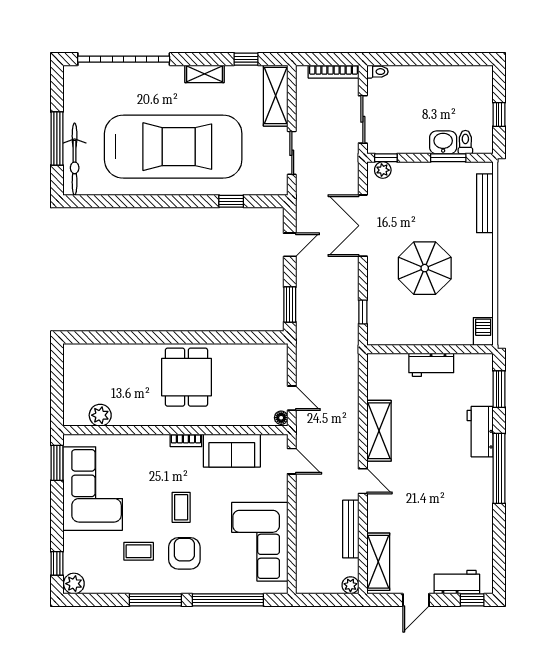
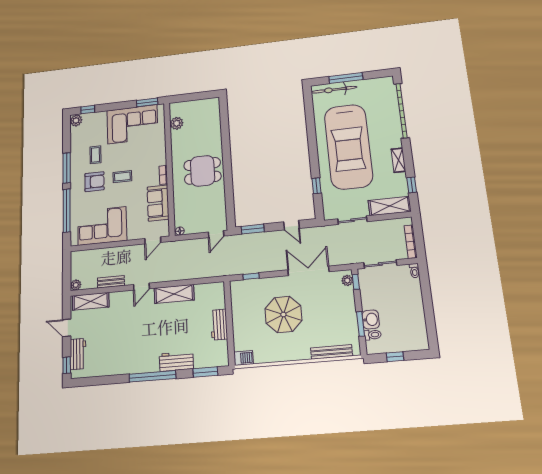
door: (292, 398) -> (216, 234), moved
bench: (351, 529) -> (111, 282), width x0.73

